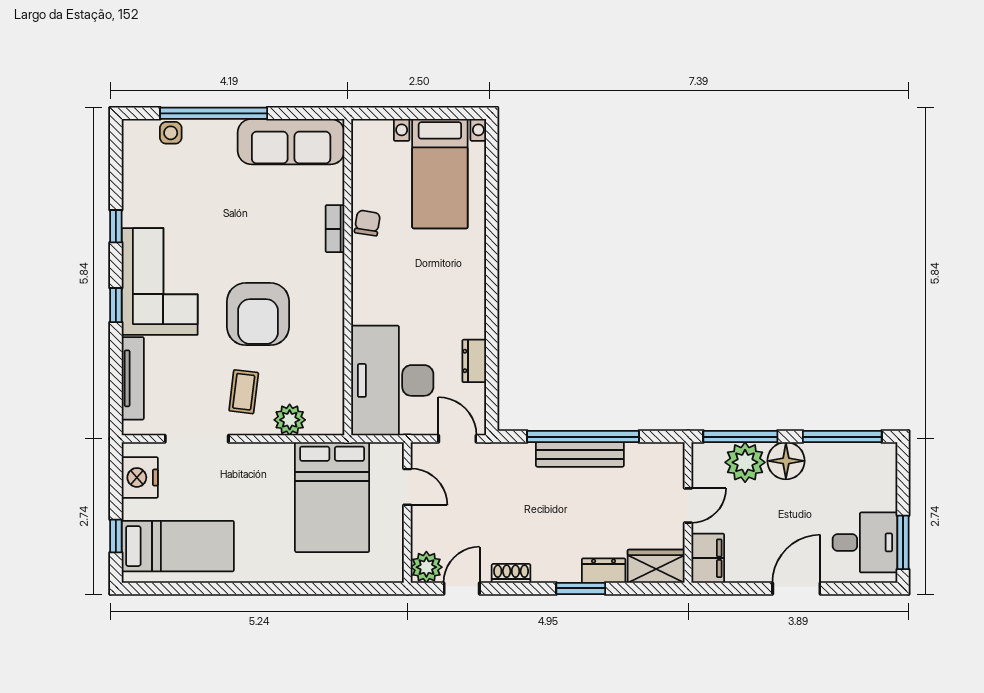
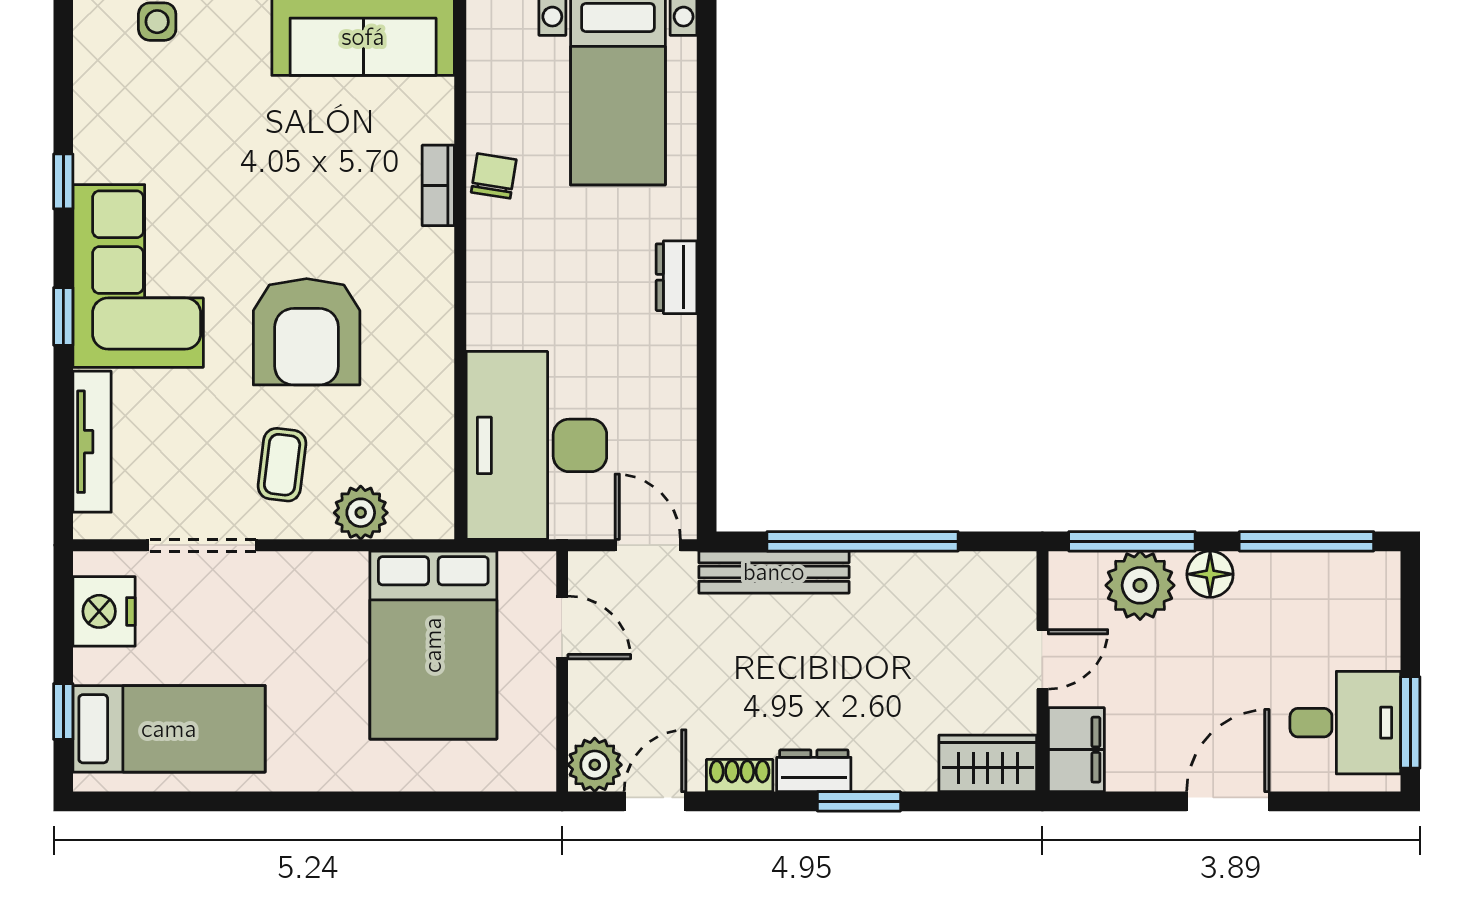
dresser: (474, 361) -> (677, 277), moved
bench: (580, 454) -> (774, 572), moved
floor lamp: (786, 461) -> (1210, 574), width x0.73, depth x0.73
dresser: (604, 571) -> (814, 771), moved

